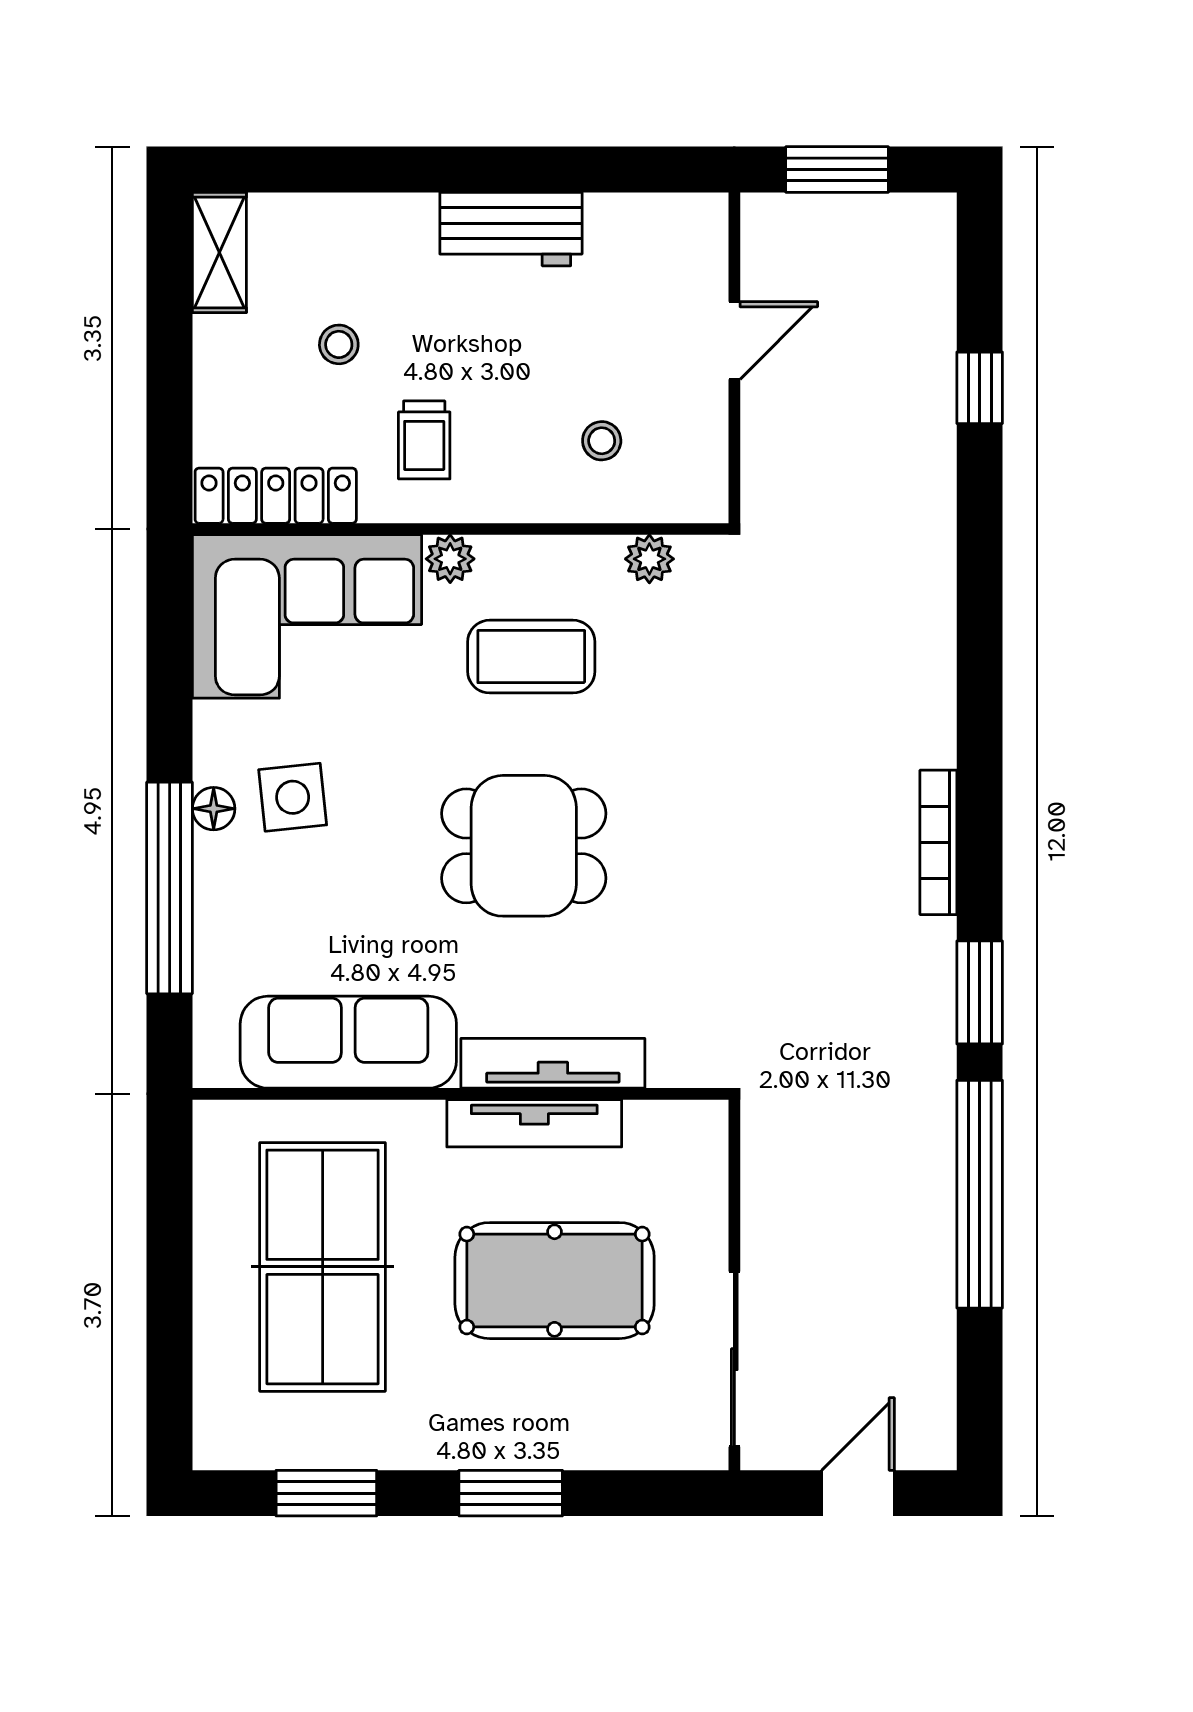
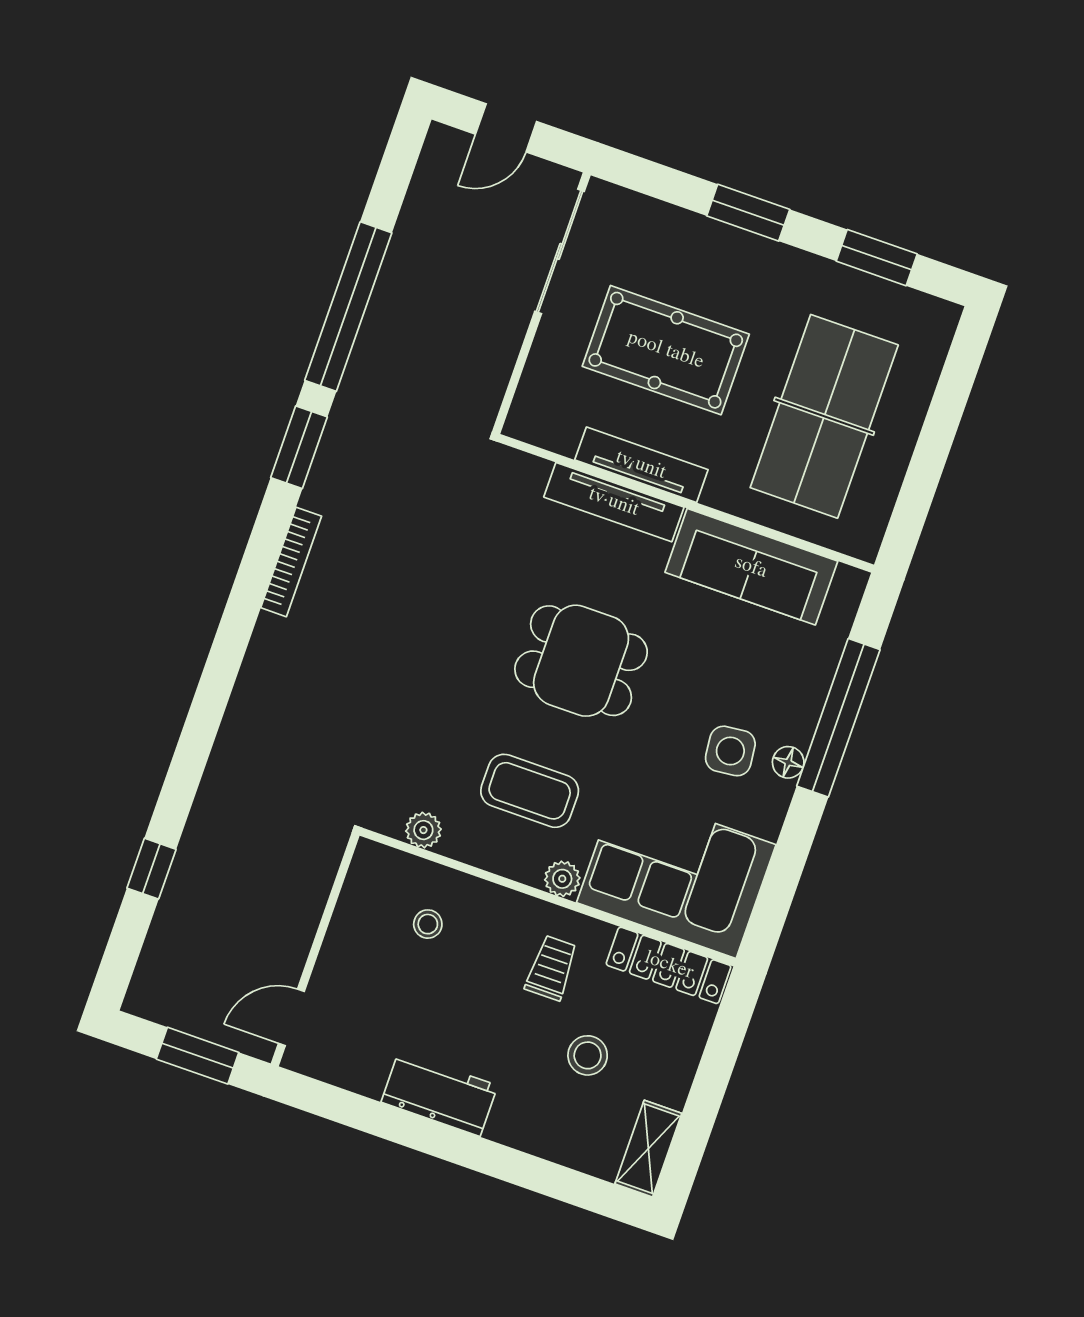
door: (734, 340) -> (291, 1017), moved
stool: (339, 344) -> (588, 1055), width x1.37, depth x1.37

